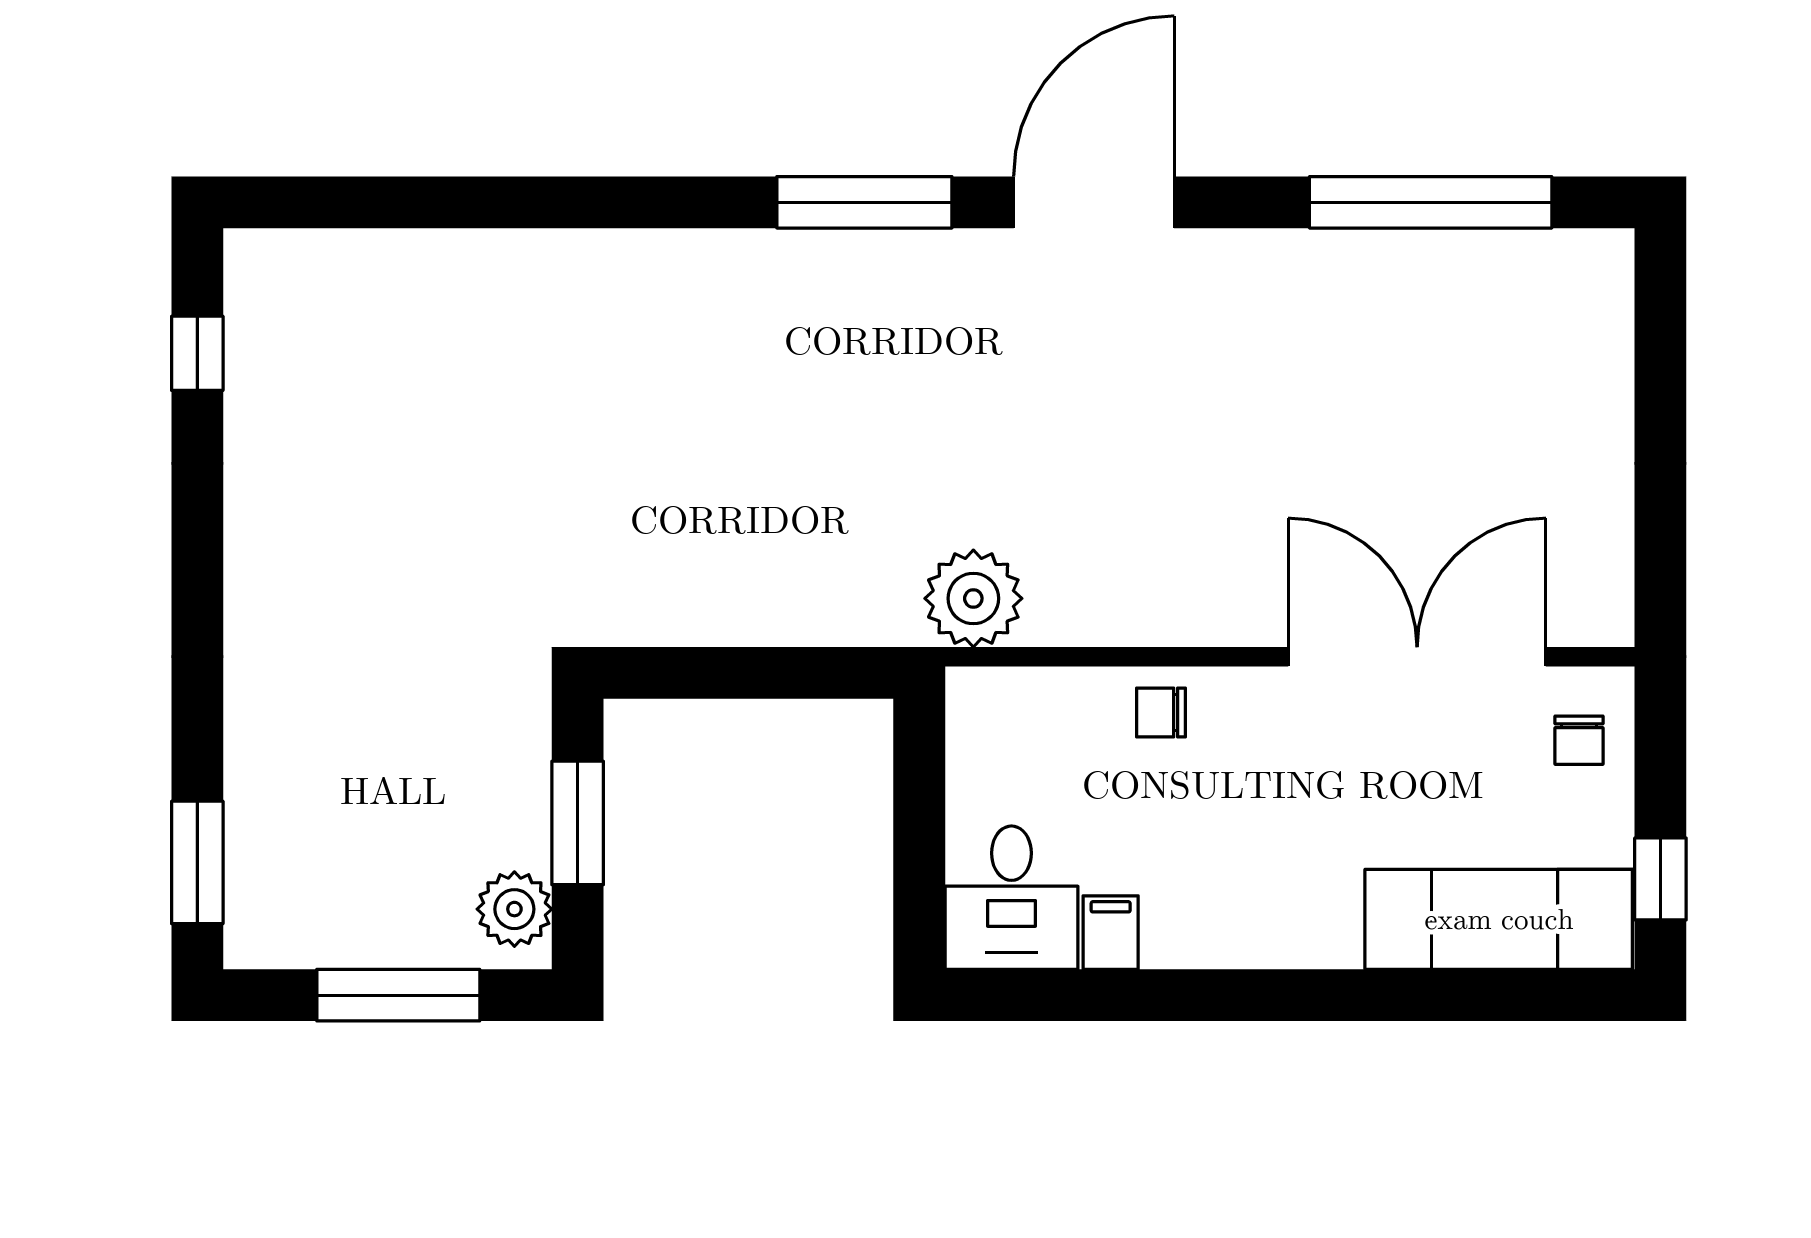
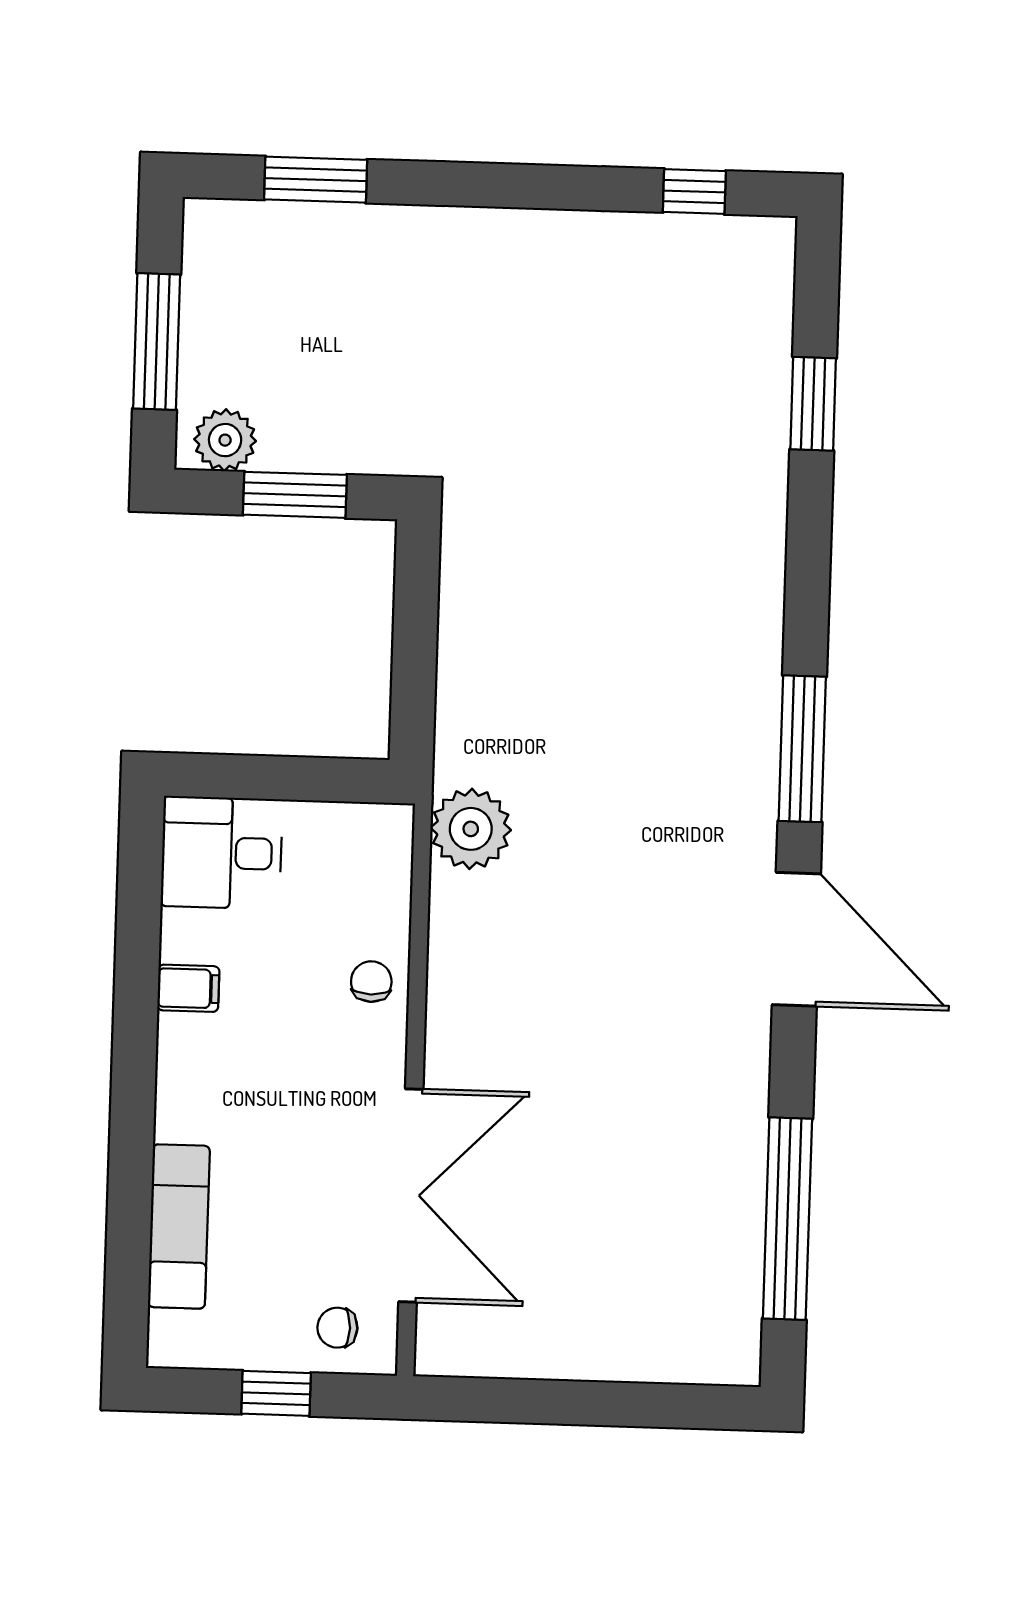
window: (448, 202) -> (813, 404), added
window: (197, 862) -> (316, 180), moved
window: (1660, 879) -> (276, 1393), moved
exam couch: (1499, 919) -> (179, 1226), width x0.73, depth x0.69
filing cabinet: (1111, 933) -> (188, 988), moved

